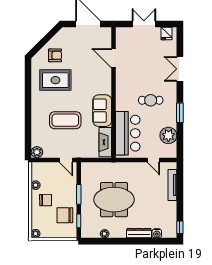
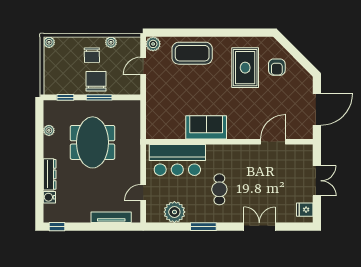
coffee table: (65, 120) -> (192, 53), moved, turned 90
fireplace: (105, 142) -> (166, 131), removed
door: (66, 160) -> (143, 66), moved
chair: (65, 215) -> (96, 81), moved

